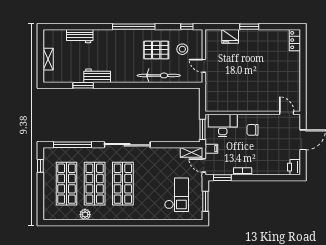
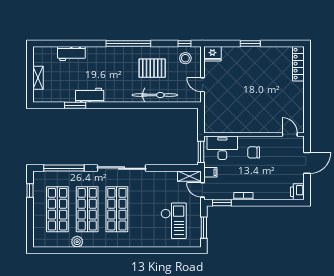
fridge: (230, 36) -> (212, 54), moved
locker: (295, 40) -> (298, 64), width x1.53
stool: (182, 49) -> (185, 58), moved

